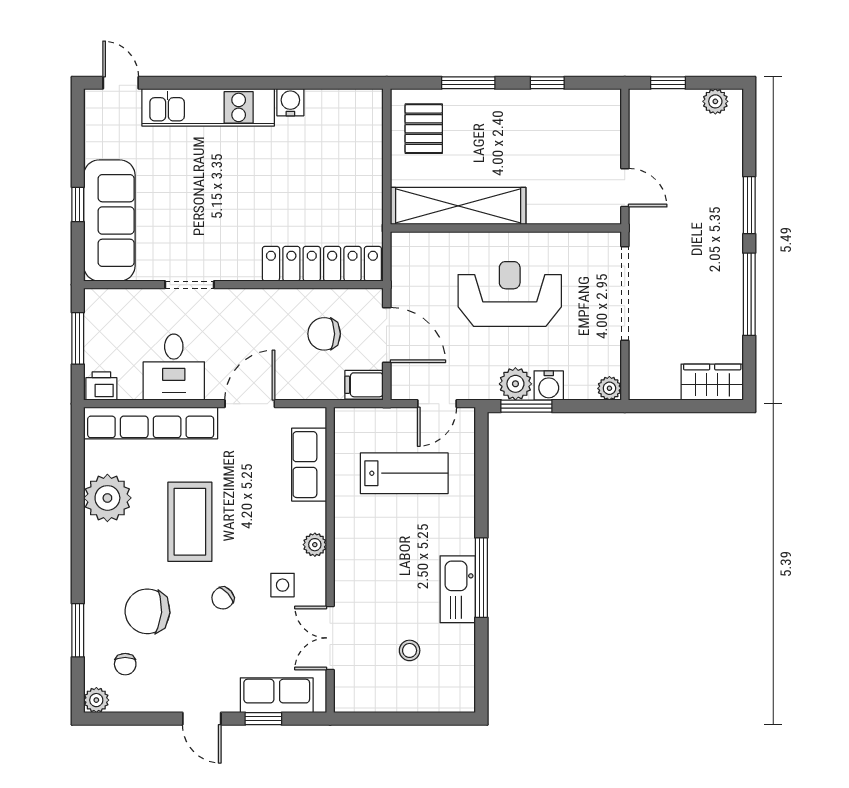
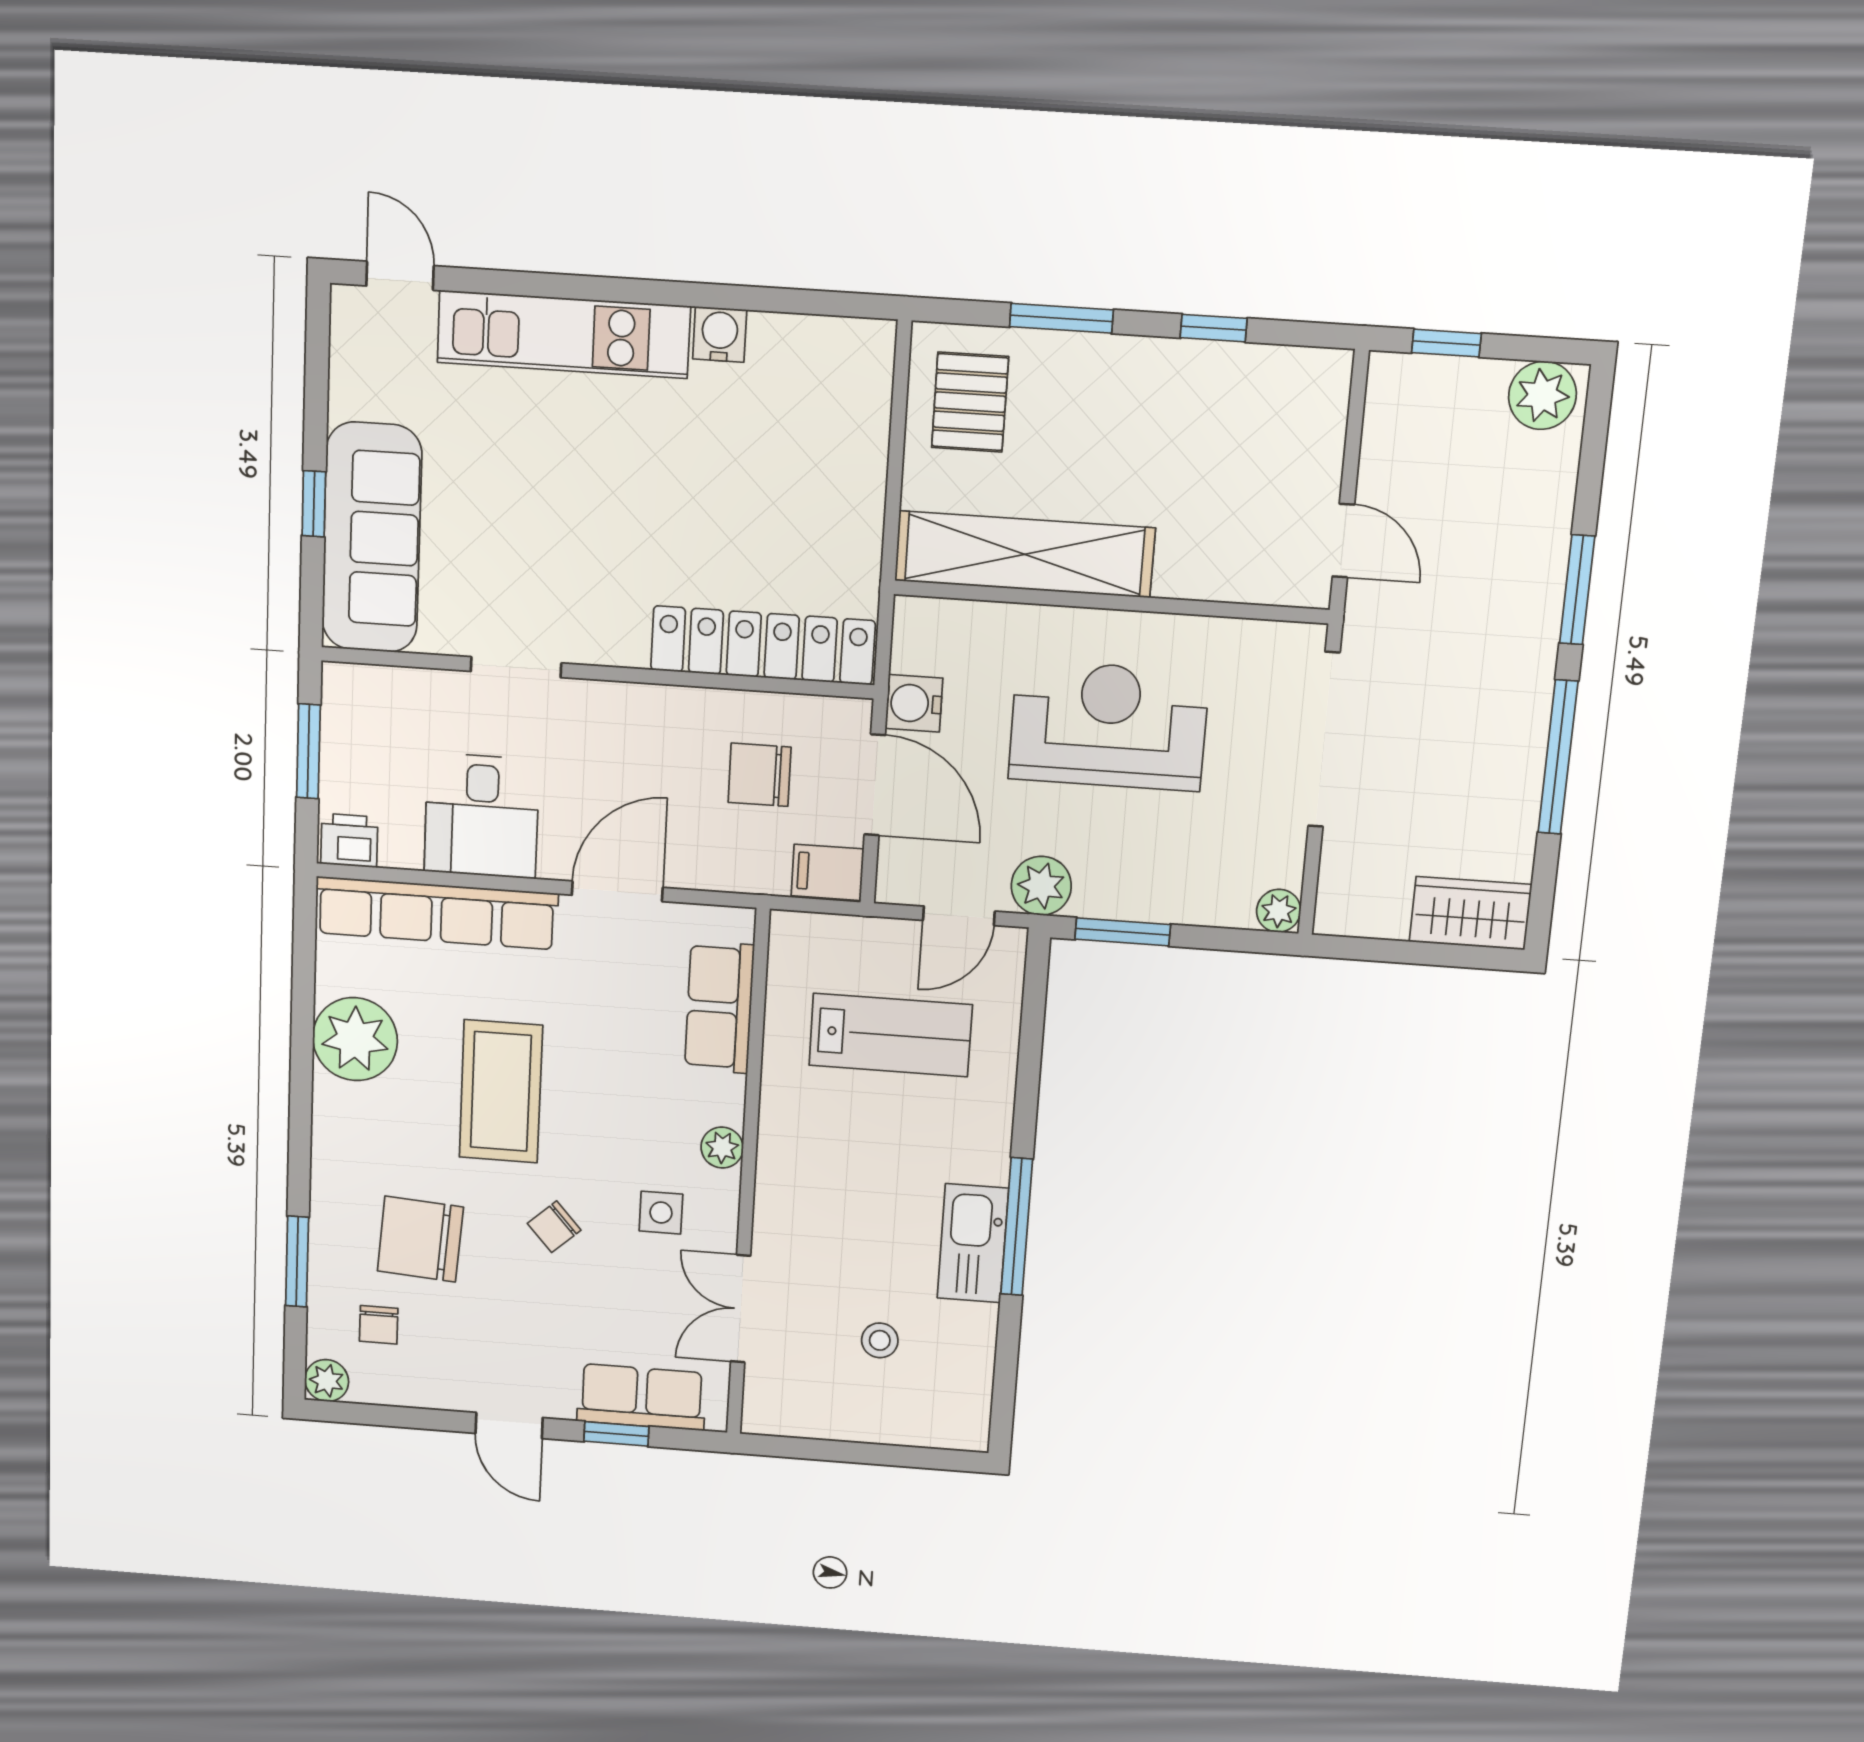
plant: (715, 101) -> (1542, 395), width x1.38, depth x1.38
plant: (515, 384) -> (1041, 886), moved
water cooler: (549, 385) -> (914, 703), moved, turned 90

